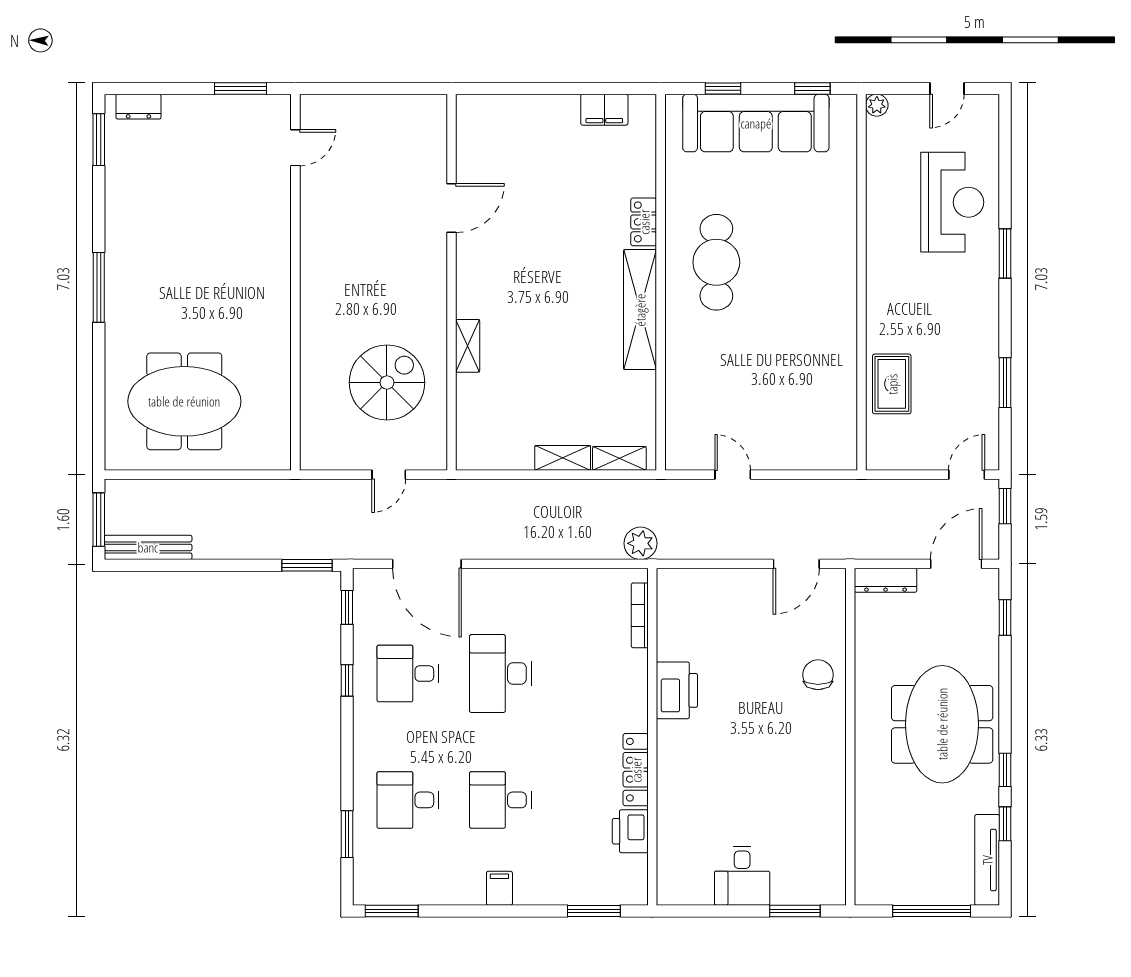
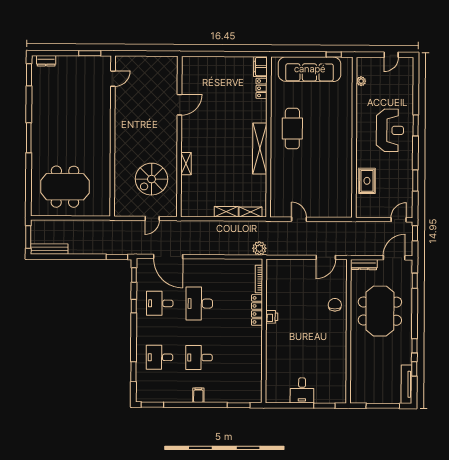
window: (723, 88) -> (296, 54), removed
plant: (877, 105) -> (361, 81), moved
filing cabinet: (604, 110) -> (260, 67), moved, turned 90
reception desk: (952, 202) -> (390, 130), moved
locker: (644, 222) -> (262, 88), moved
spiral stairs: (387, 382) -> (152, 179), turned 180
printer: (677, 690) -> (272, 317), width x0.53, depth x0.68
meeting table: (942, 724) -> (380, 311), moved
locker: (636, 770) -> (257, 310), moved
printer: (630, 831) -> (254, 371), removed

